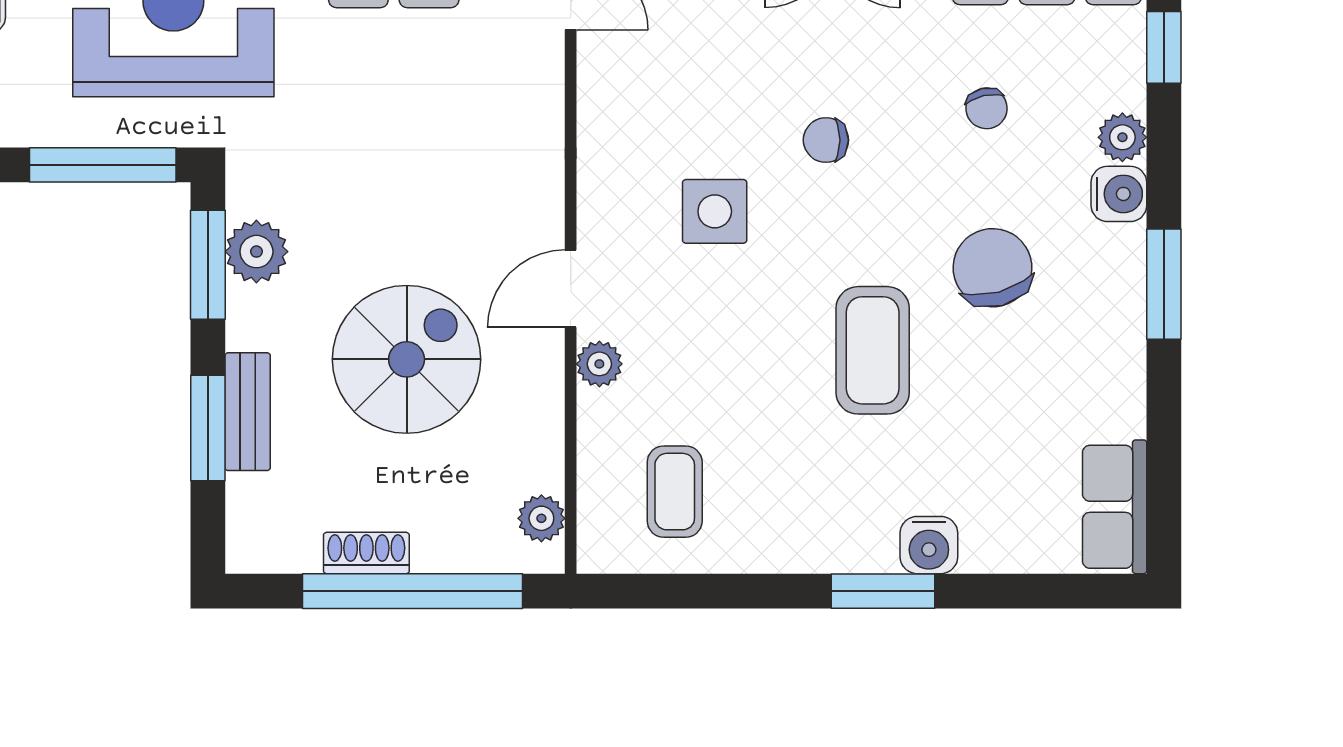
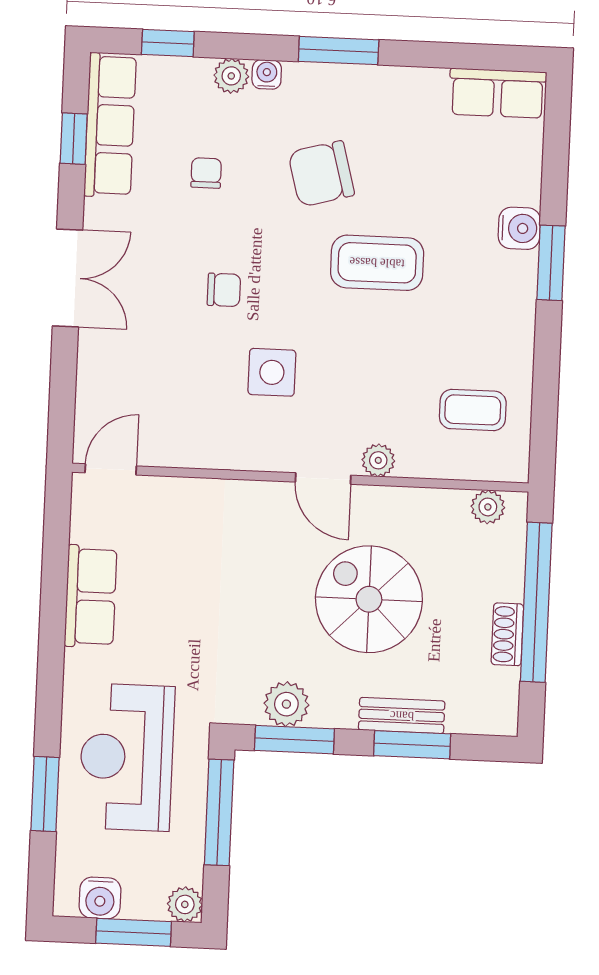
chair: (986, 108) -> (206, 173), turned -77
chair: (826, 140) -> (224, 290), turned -90
water cooler: (1119, 194) -> (267, 74), width x0.72, depth x0.72

